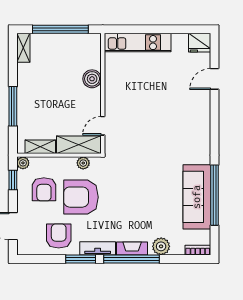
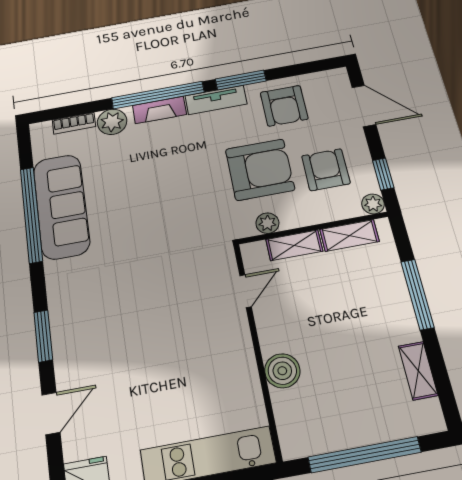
shelving: (23, 48) -> (418, 371), moved
window: (214, 122) -> (43, 336), added
shelving: (79, 145) -> (294, 245), width x0.67, depth x0.75
bookcase: (198, 250) -> (74, 123), moved

